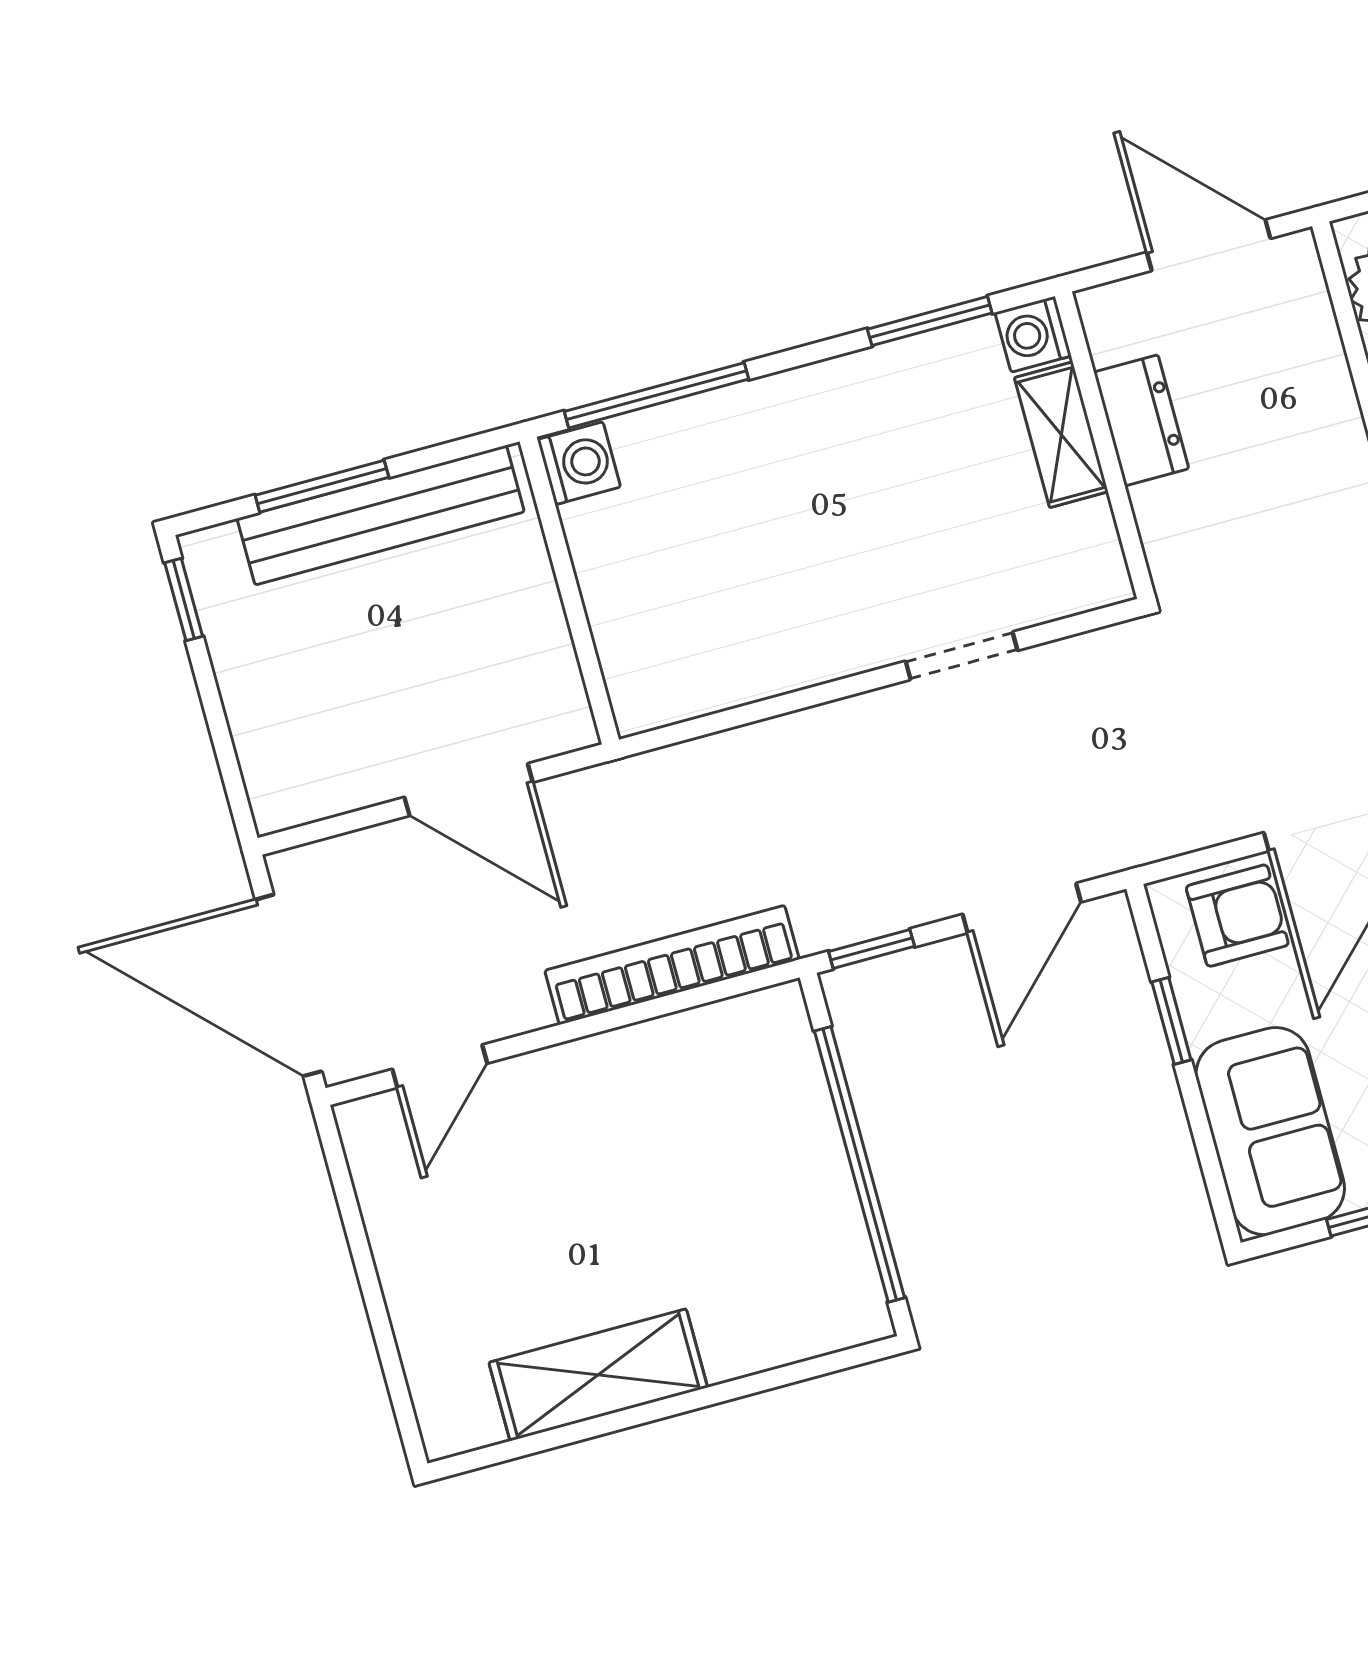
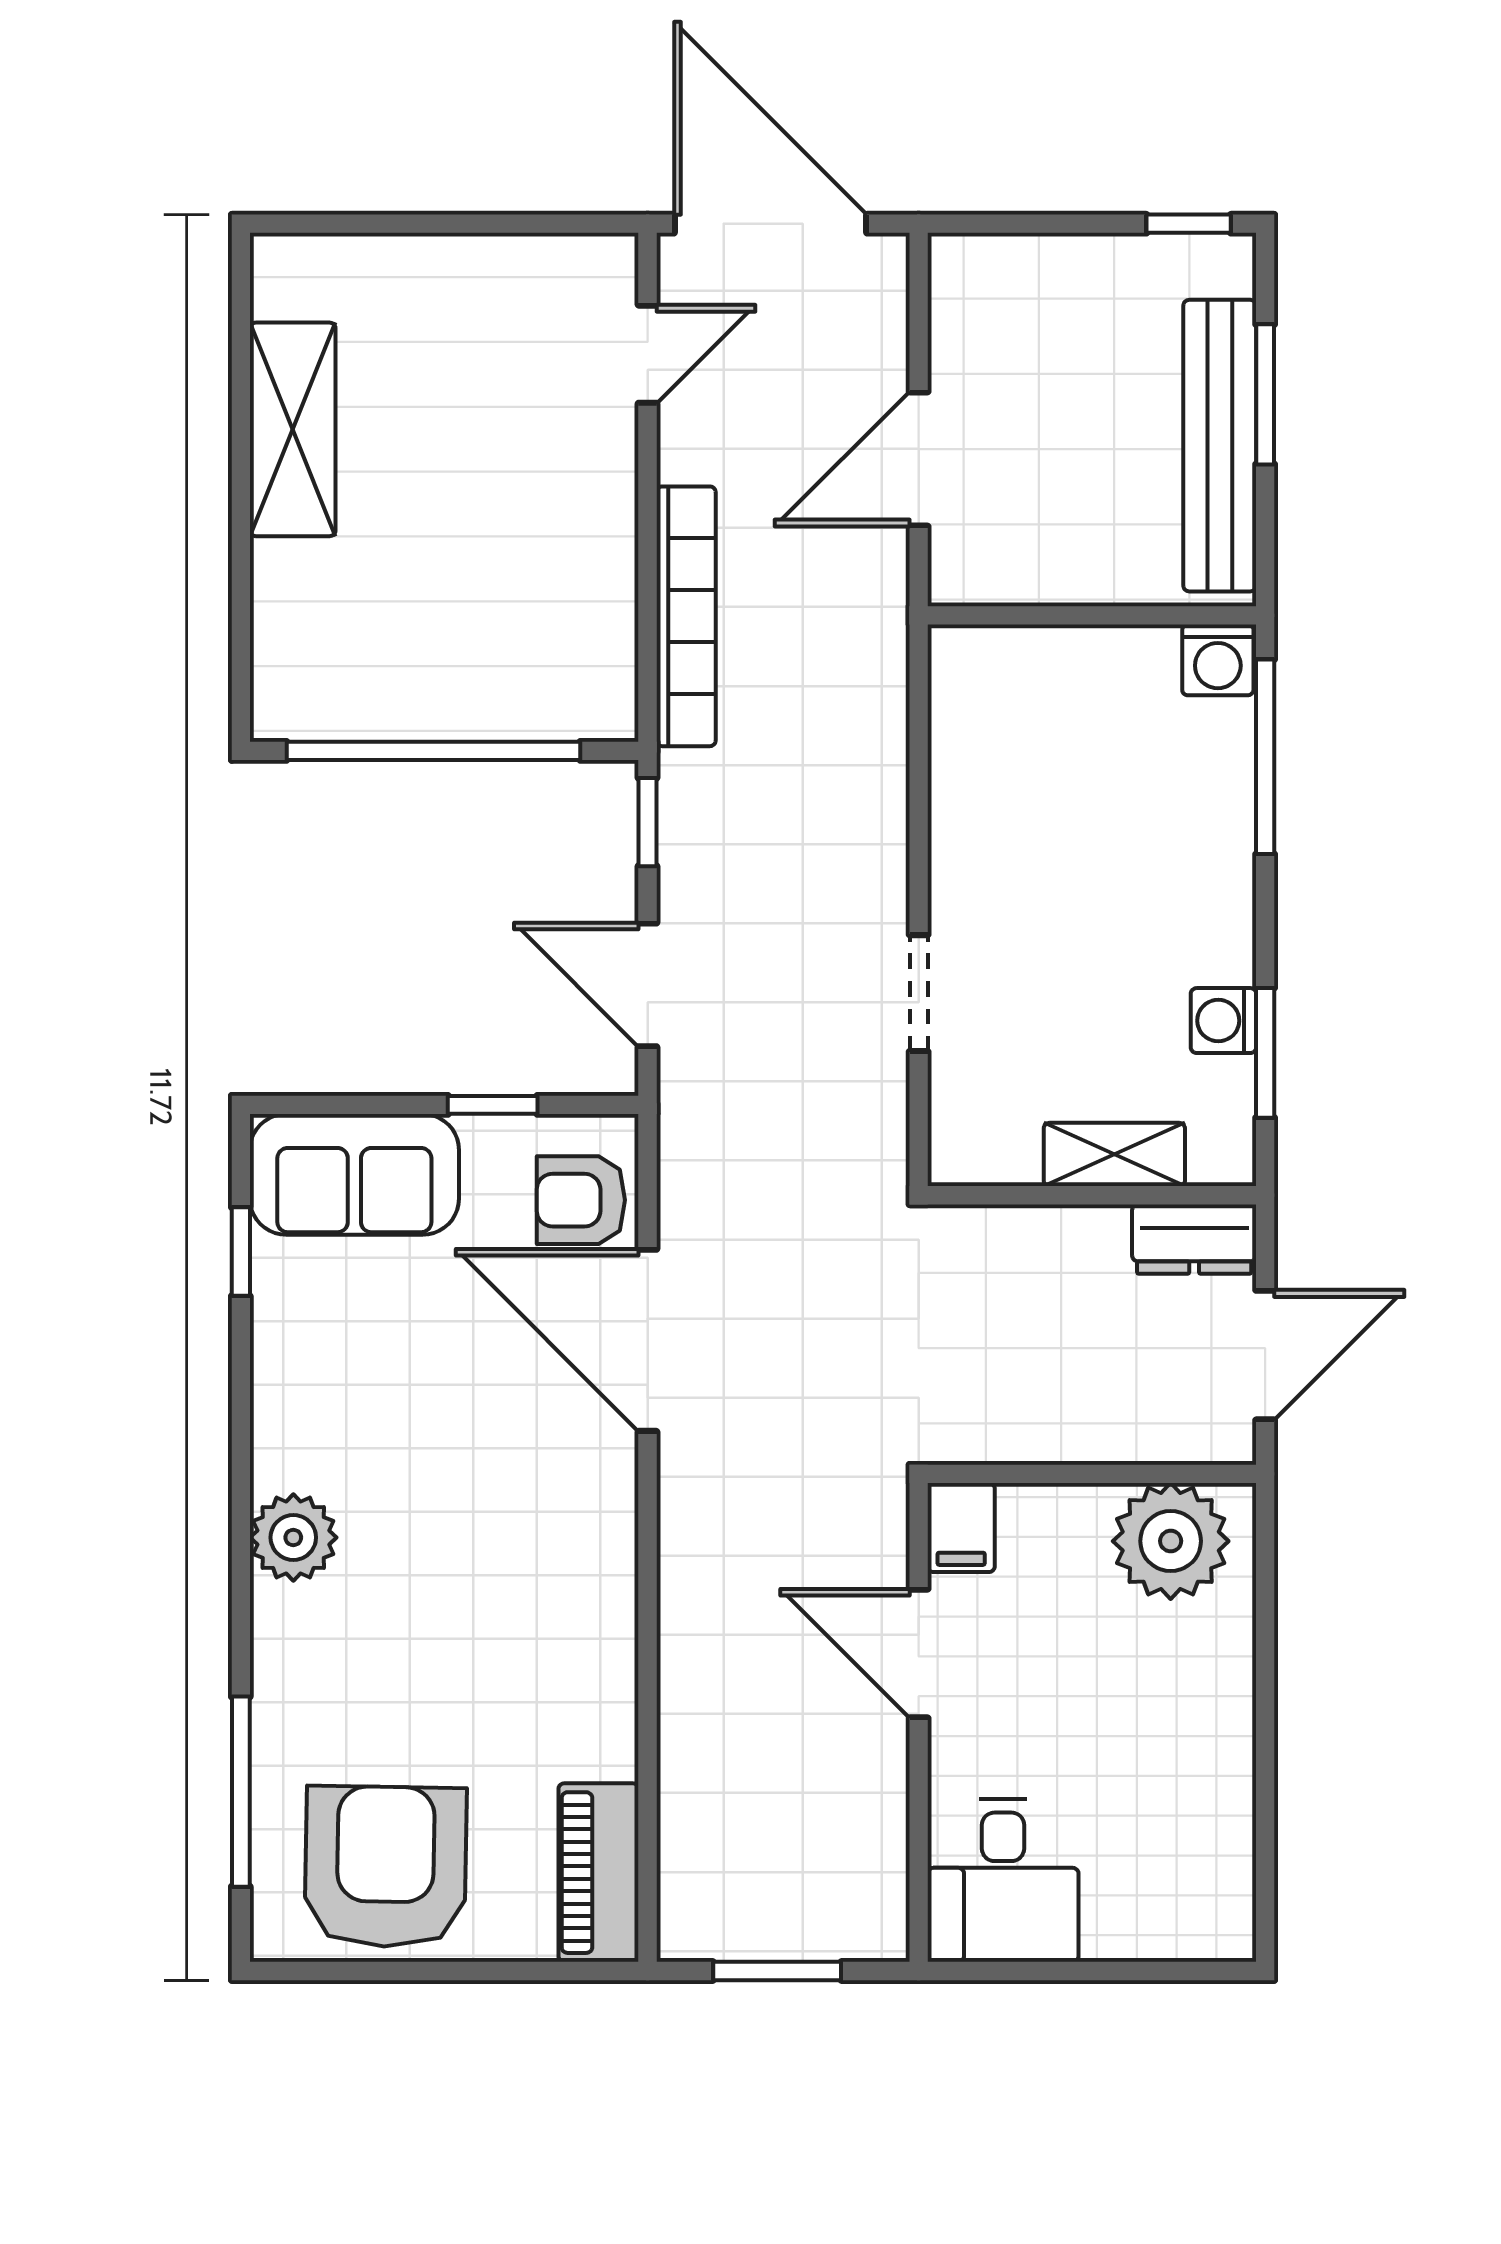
washing machine: (1033, 334) -> (1223, 1021), moved, turned -90
dresser: (1141, 420) -> (1194, 1239), moved
armchair: (1237, 916) -> (581, 1200), turned 90
door: (289, 985) -> (770, 224), hinge flipped
door: (440, 1066) -> (648, 354), swing flipped

